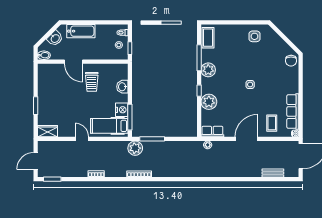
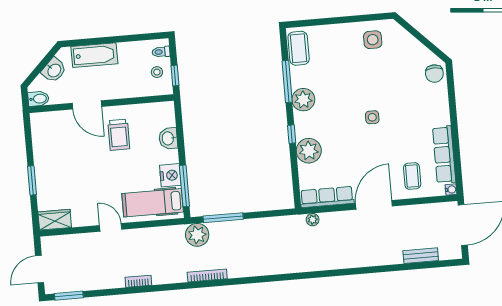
row of seats: (212, 132) -> (327, 197), width x1.48

